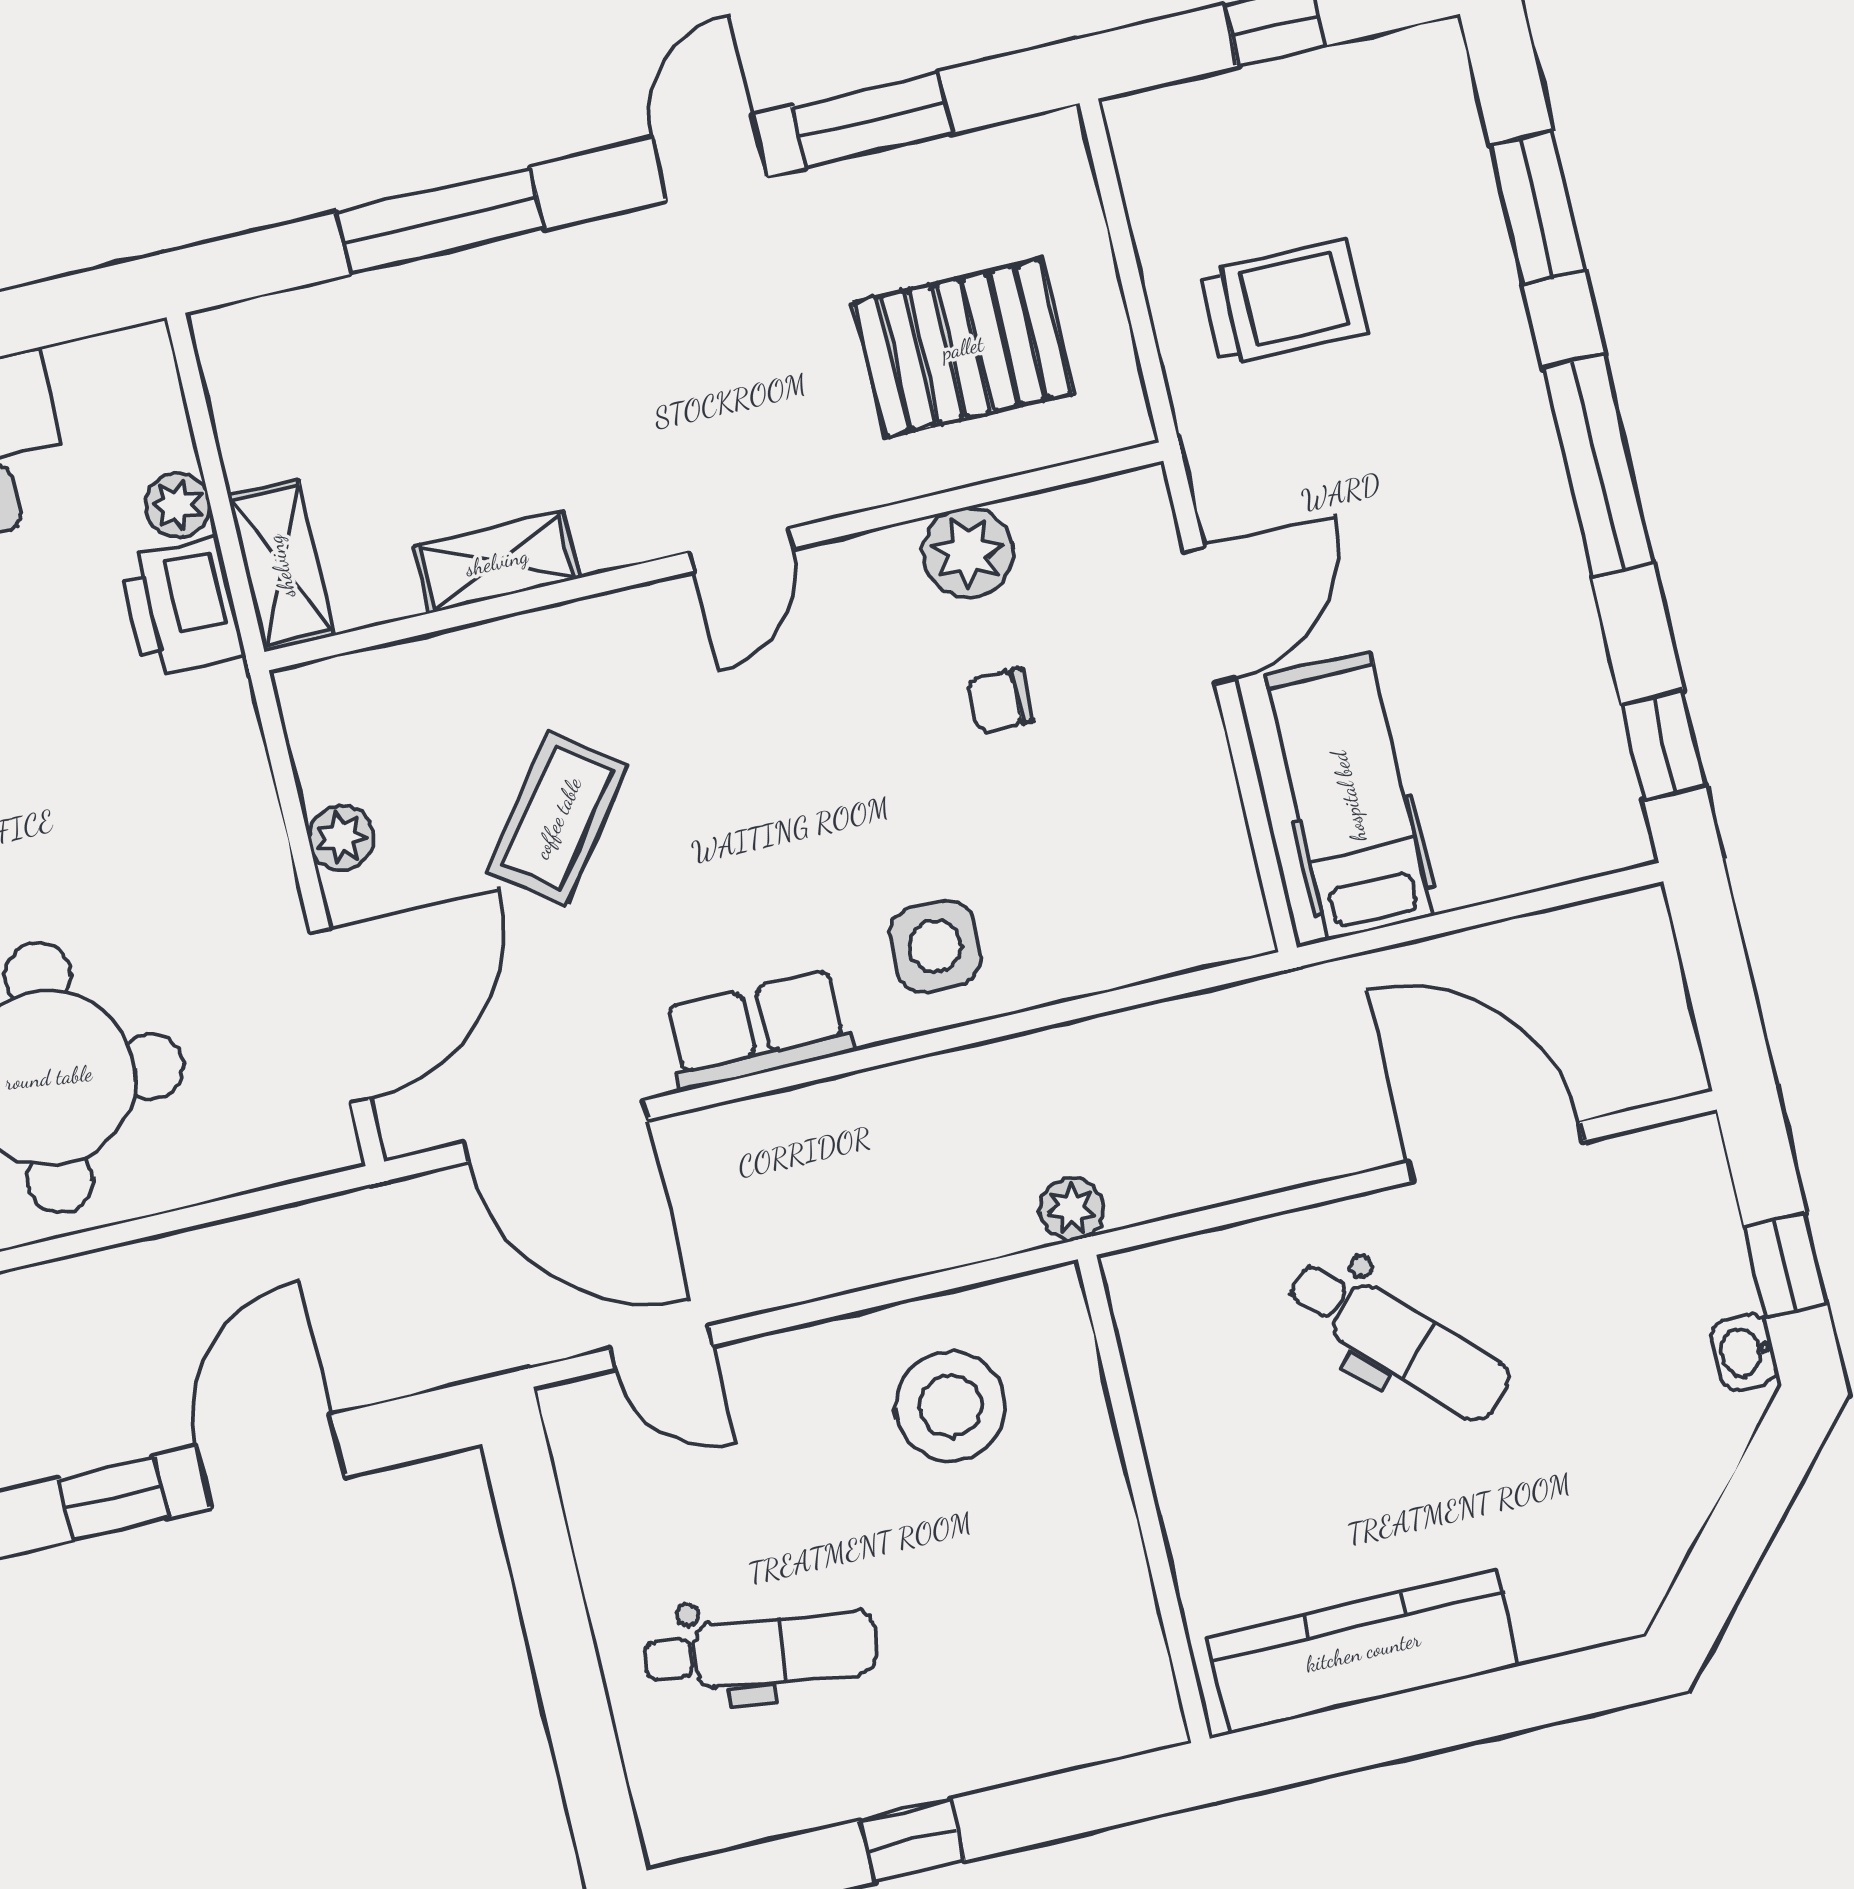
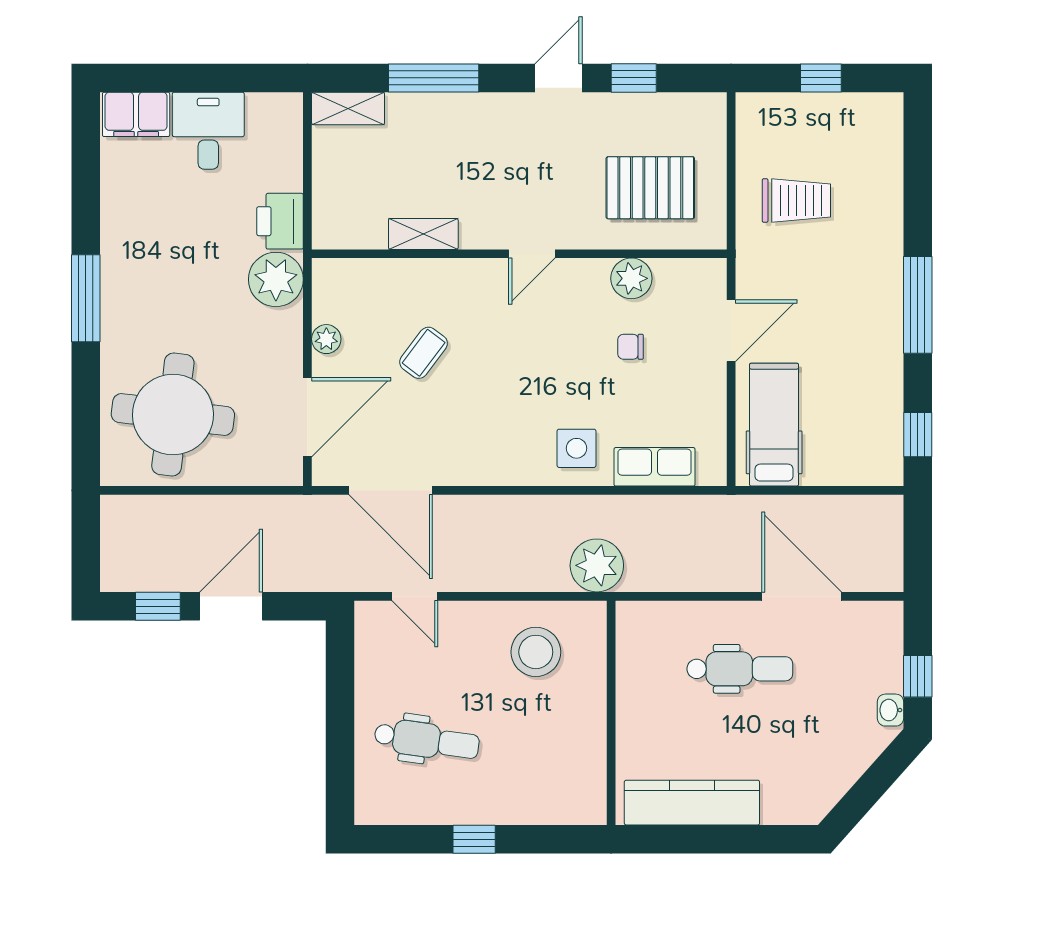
window: (872, 120) -> (634, 78), width x0.67
window: (1537, 207) -> (918, 185), removed
plant: (177, 505) -> (276, 279), moved, width x1.88, depth x1.88
shelving: (281, 566) -> (348, 108), moved, turned 90
coffee table: (558, 818) -> (424, 353), width x0.73, depth x0.77
row of seats: (758, 1030) -> (654, 467), moved
plant: (1071, 1209) -> (597, 565), width x1.87, depth x1.87
dental chair: (1399, 1339) -> (740, 669), turned -44

